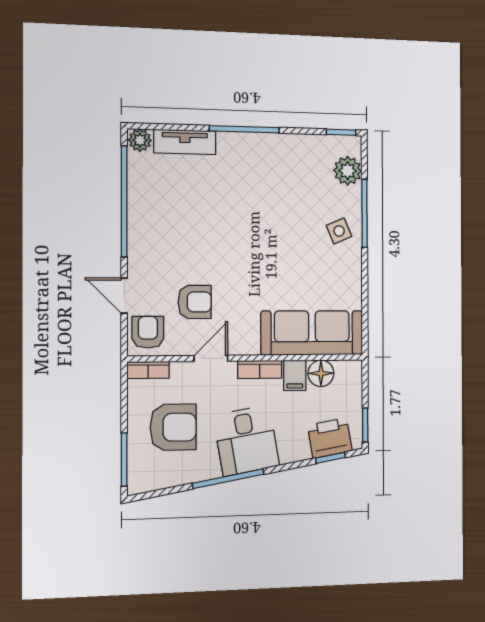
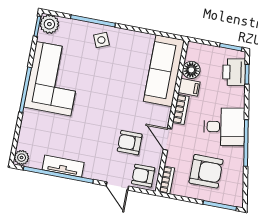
tv unit: (185, 142) -> (63, 166), moved, turned -90
corner sofa: (269, 169) -> (53, 79), added
plant: (348, 171) -> (49, 24), moved
door: (124, 296) -> (117, 186), hinge flipped
armchair: (195, 302) -> (130, 143), turned -90
armchair: (173, 427) -> (206, 171), turned 90

